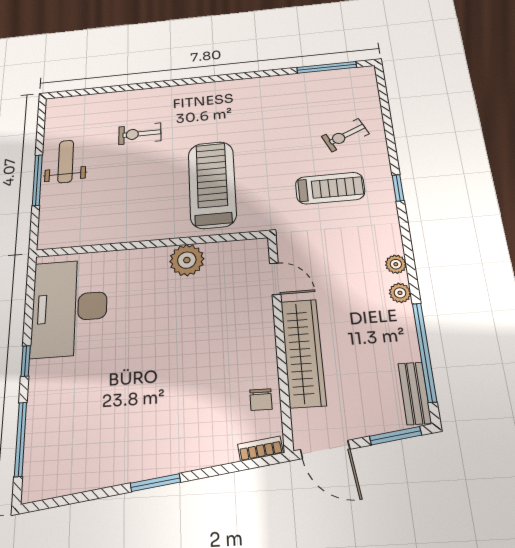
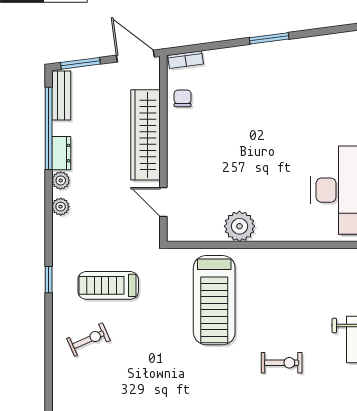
dresser: (404, 324) -> (61, 153), added

